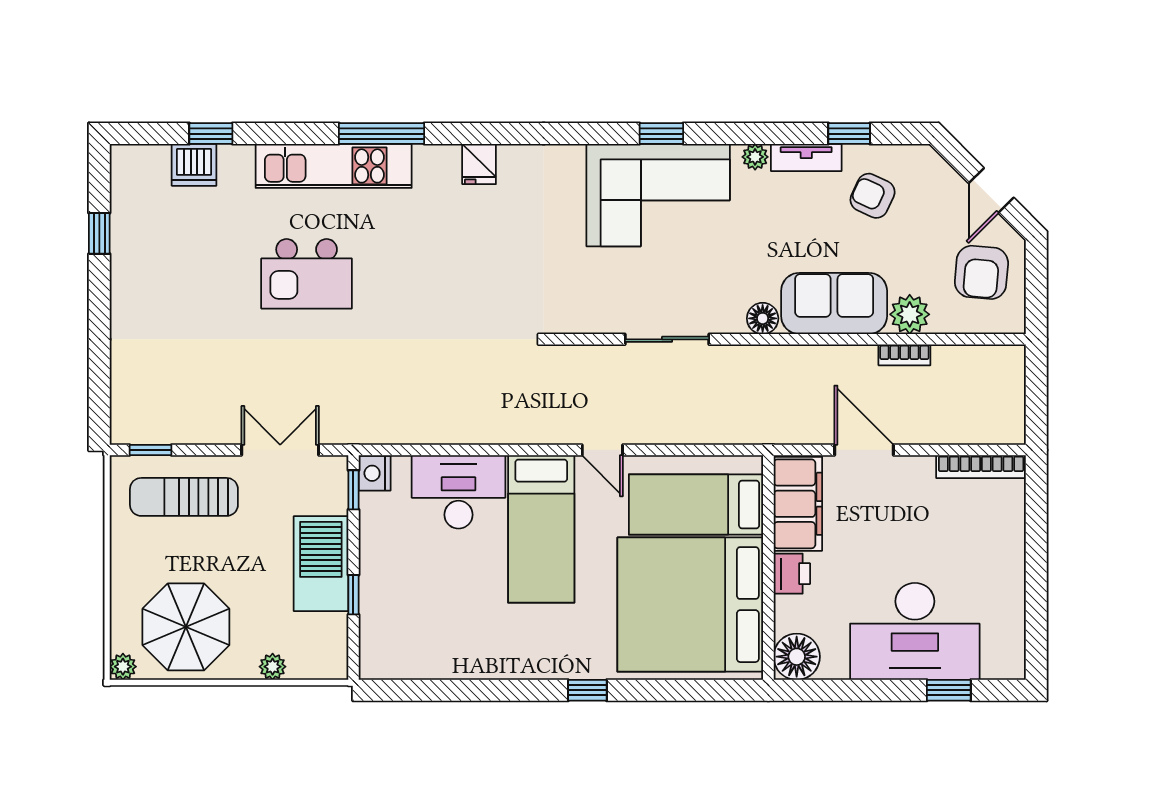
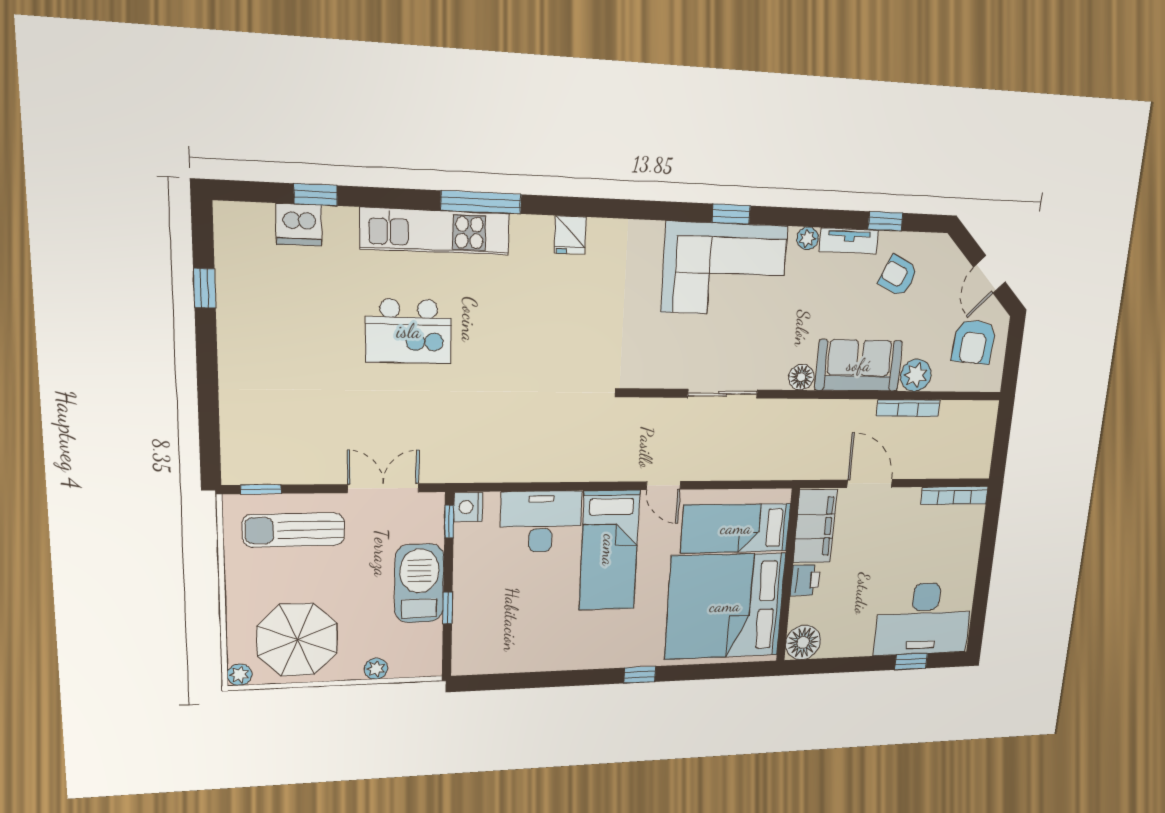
bookcase: (904, 355) -> (908, 408), width x1.56
desk: (915, 631) -> (924, 619), moved

